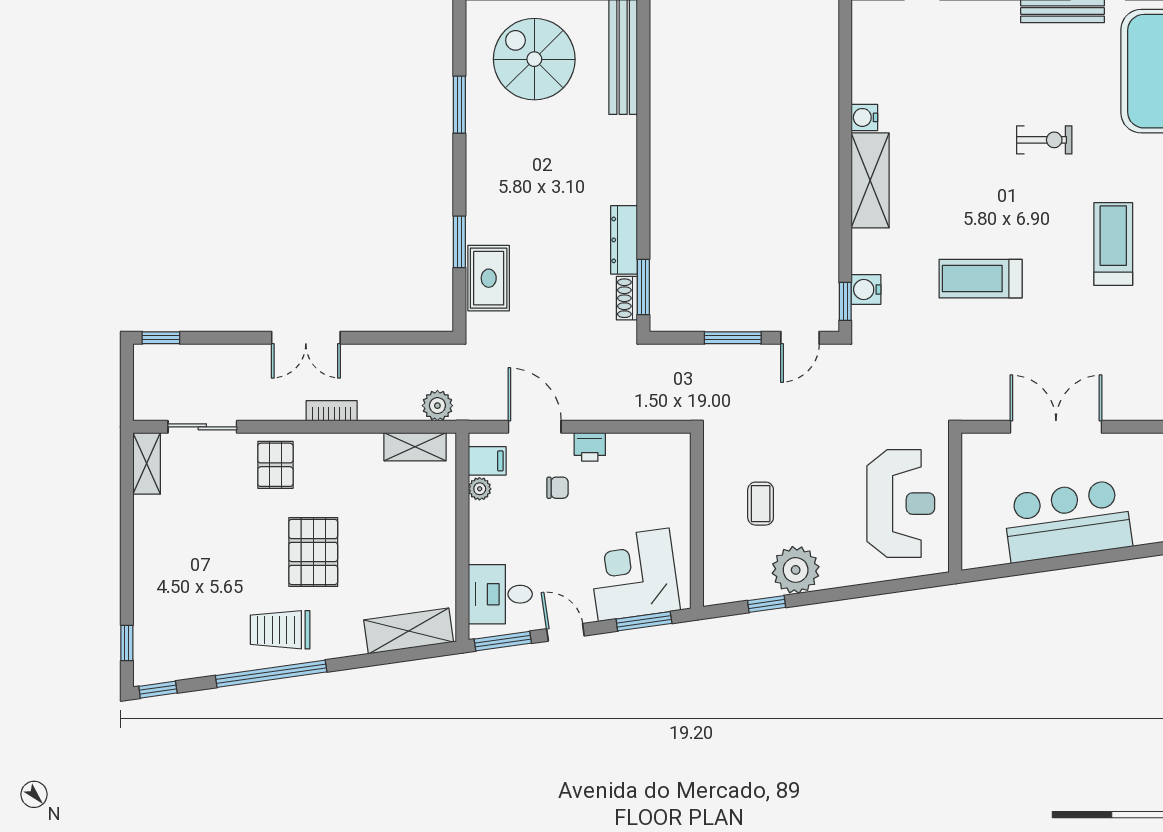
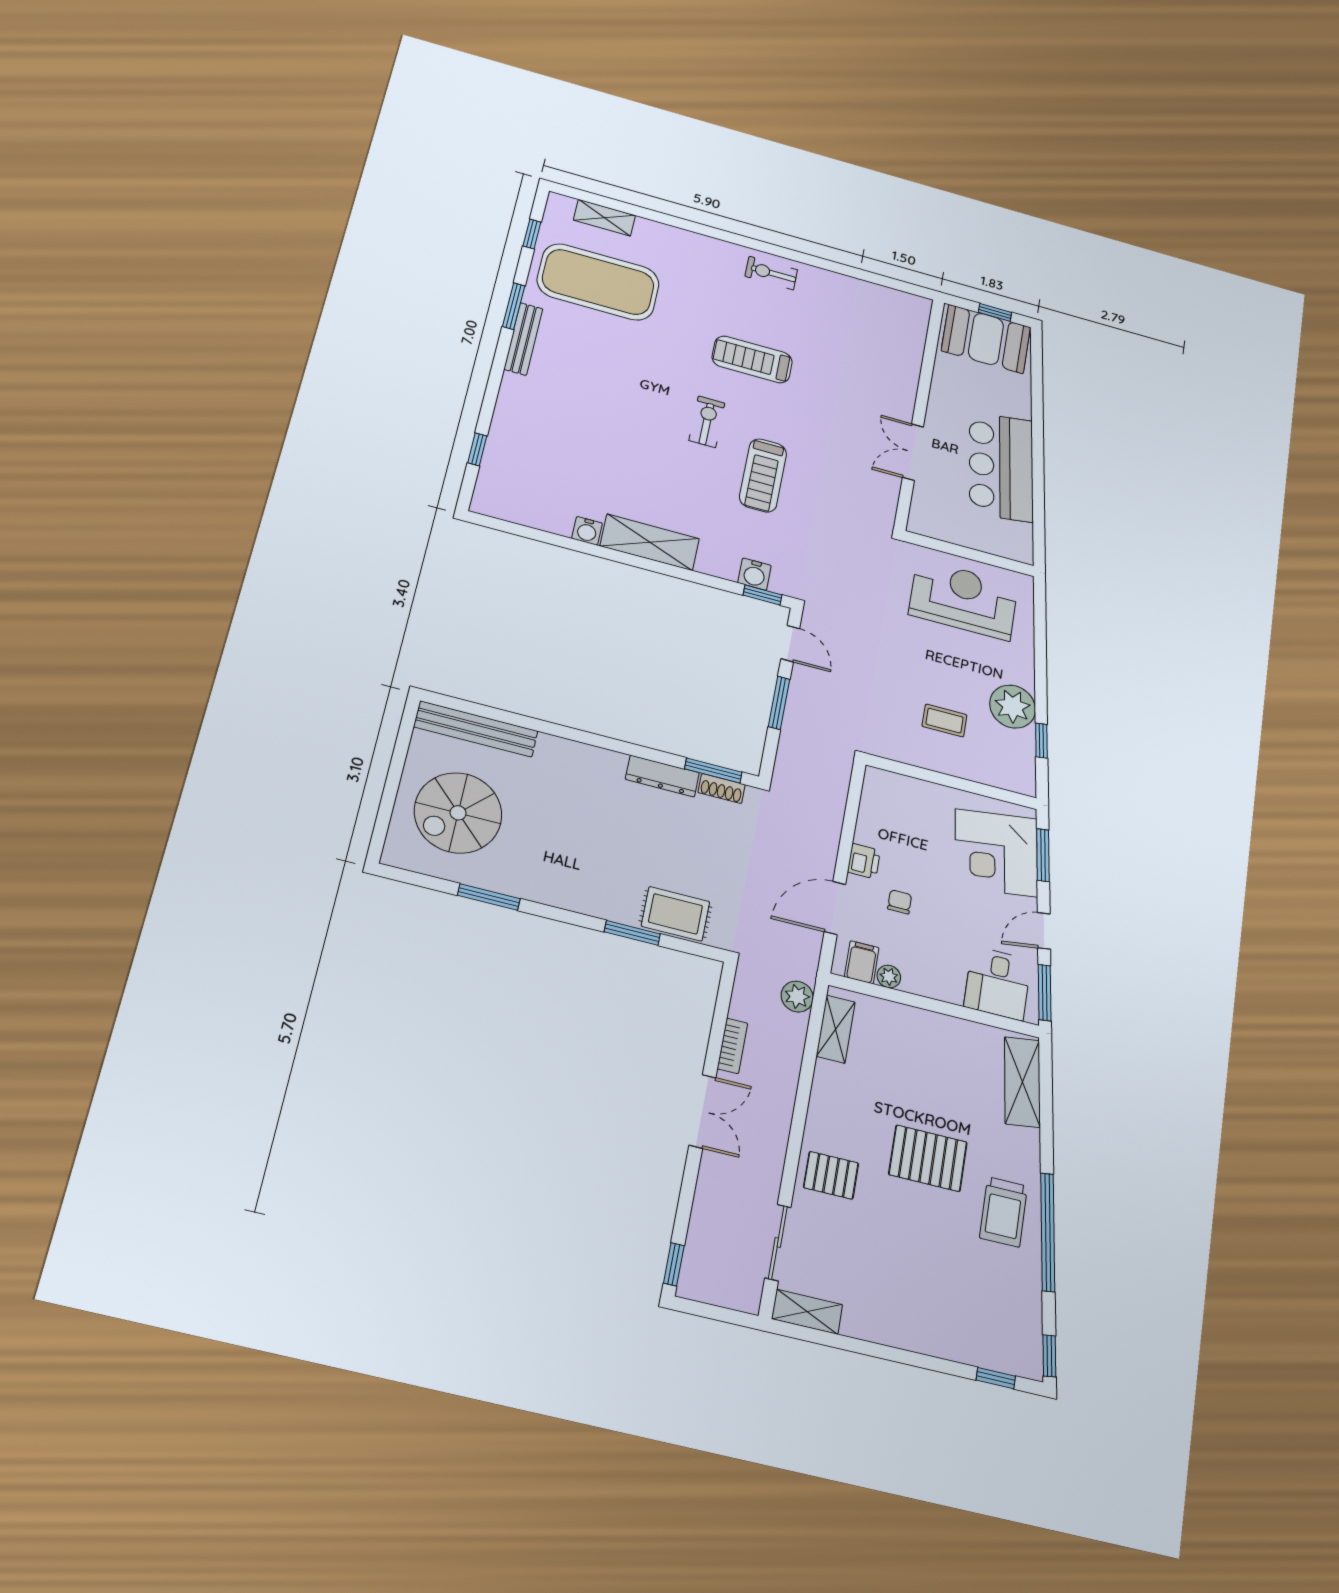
exercise bike: (1044, 140) -> (707, 422), moved
bookcase: (332, 411) -> (732, 1046), moved, turned 180
double door: (1056, 427) -> (913, 452), width x0.73

